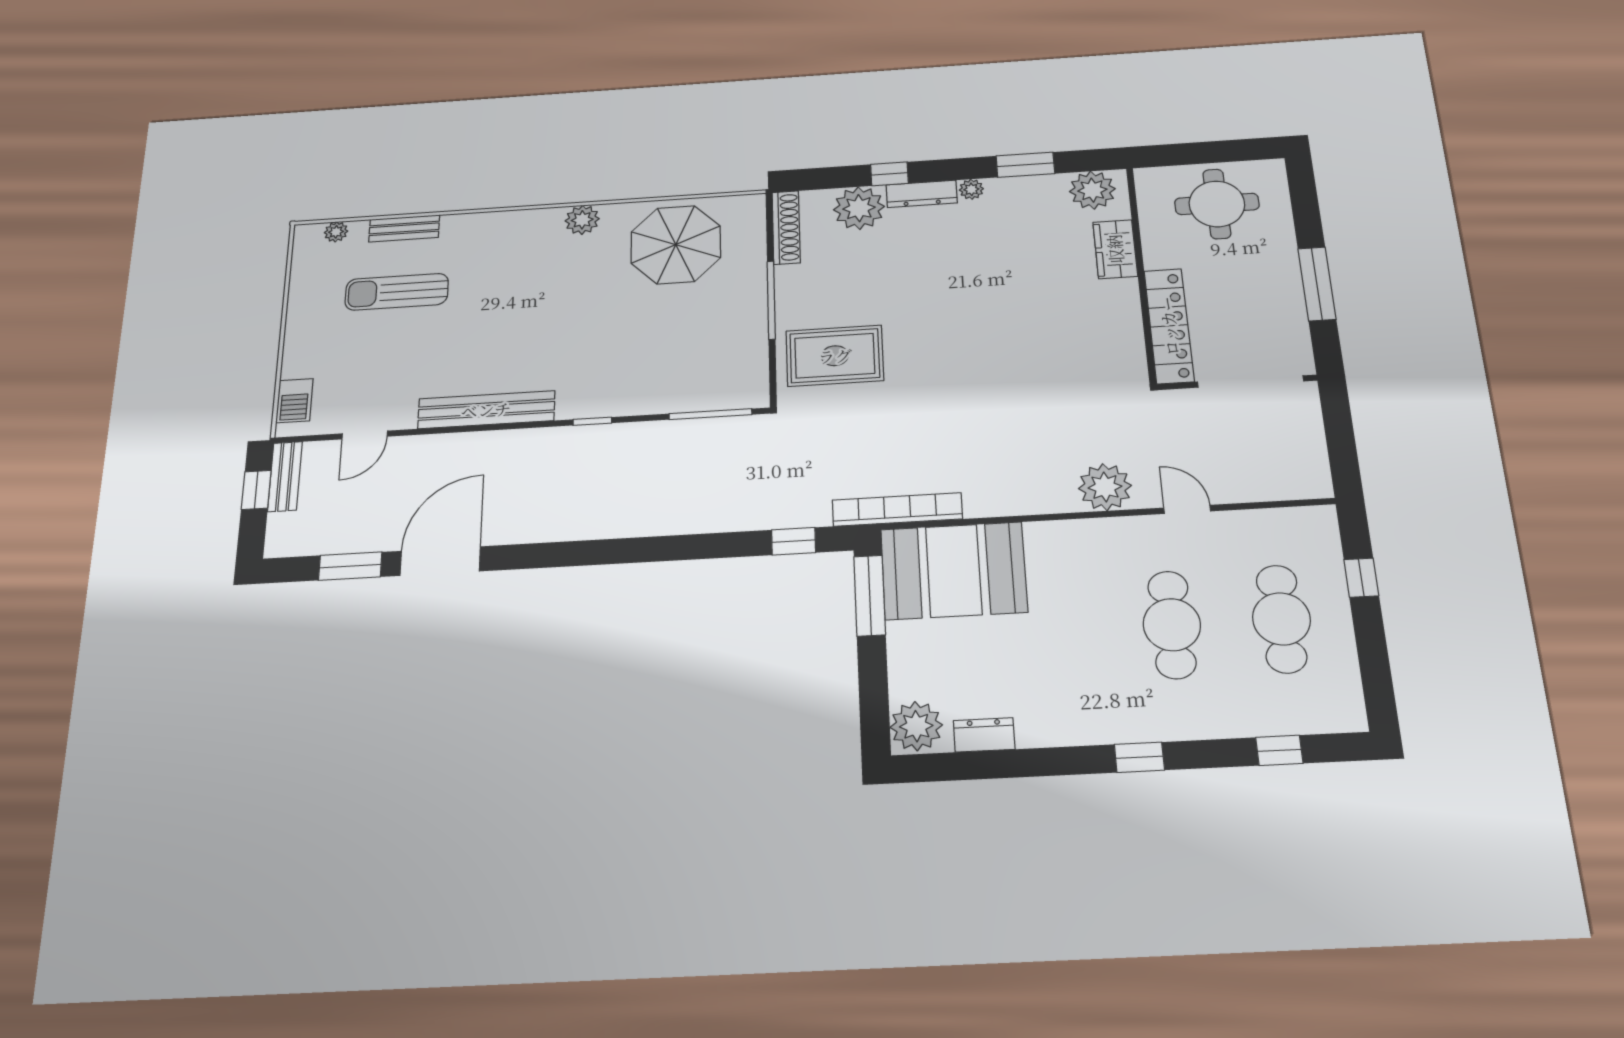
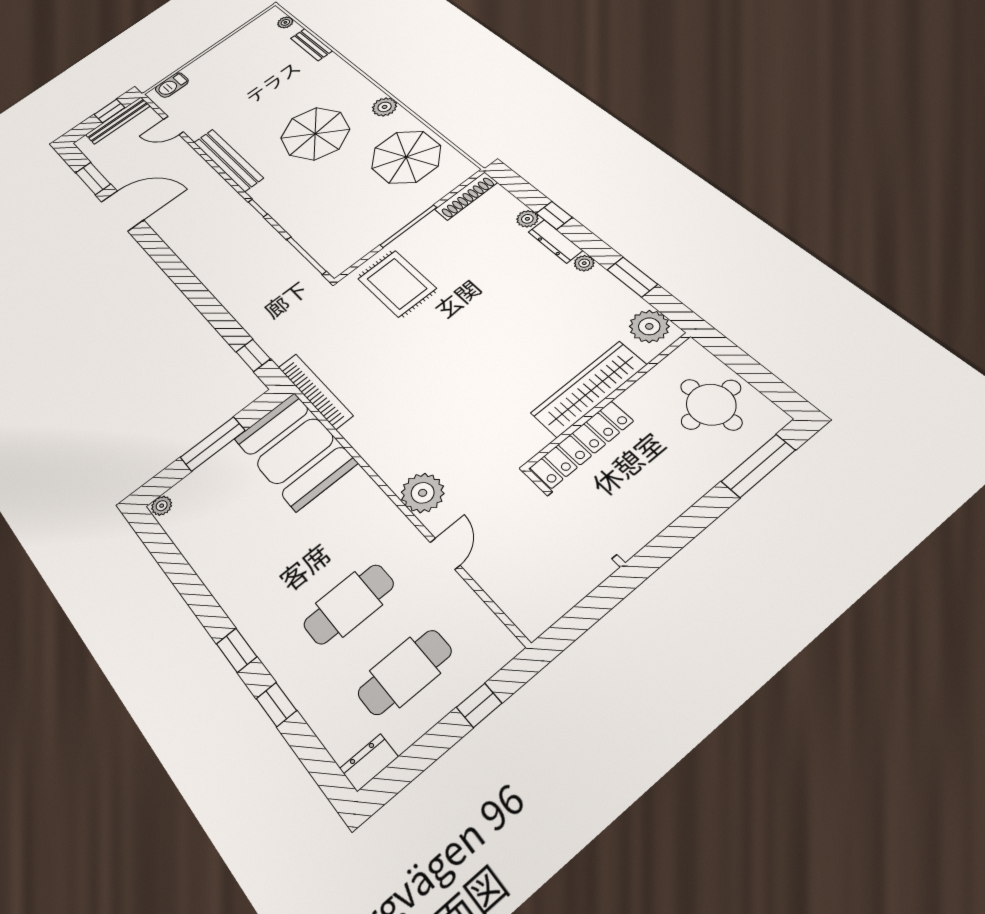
plant: (859, 208) -> (527, 219), width x0.53, depth x0.53
wardrobe: (1115, 249) -> (589, 389), width x2.10, depth x1.17
window: (1317, 284) -> (758, 466), moved
sun lounger: (397, 292) -> (270, 72), removed
parasol: (545, 305) -> (315, 134), added
bench: (285, 477) -> (118, 120), width x1.36
window: (870, 596) -> (213, 444), moved
plant: (916, 726) -> (162, 506), width x0.53, depth x0.53
dresser: (984, 735) -> (369, 763), moved, turned -90
window: (1279, 750) -> (276, 705), moved

